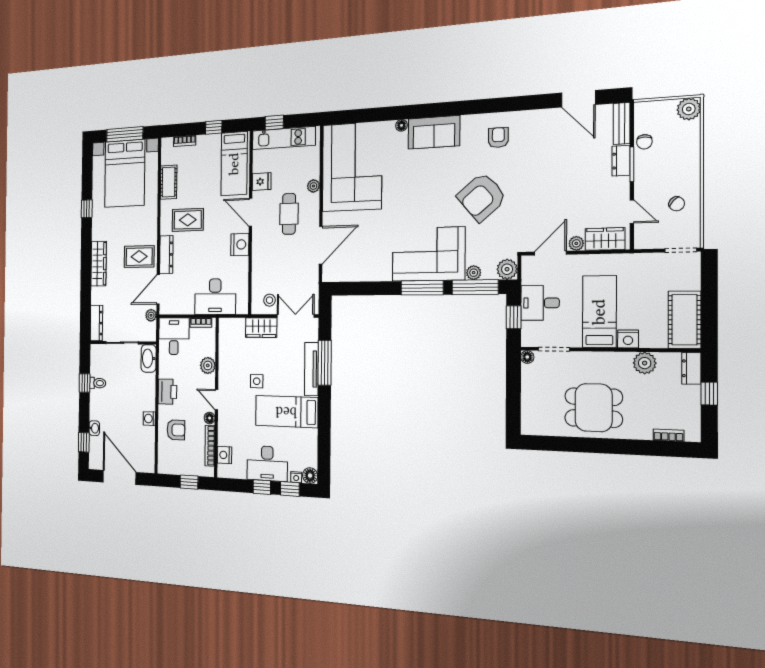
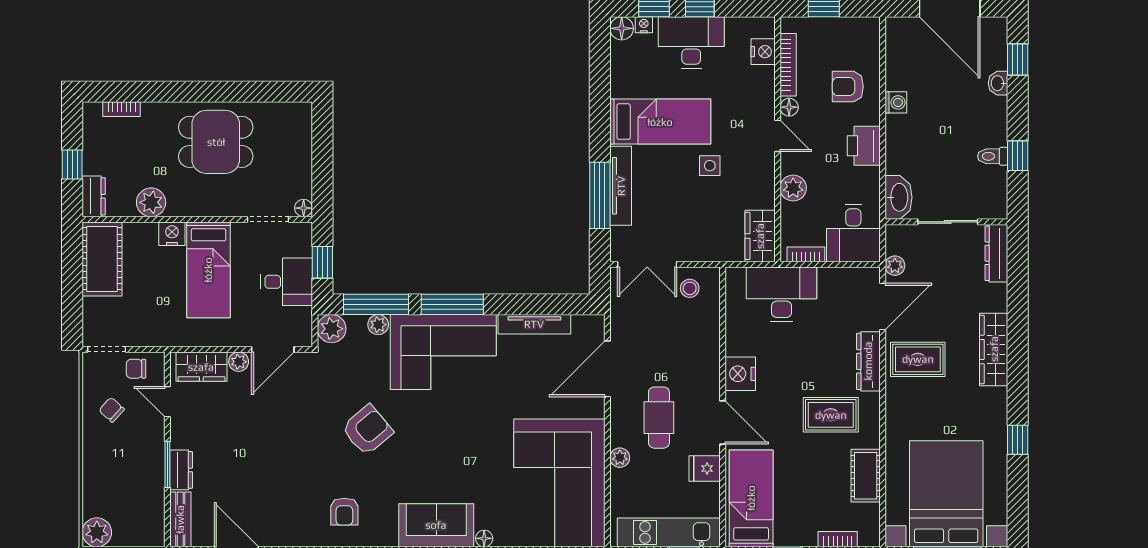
chair: (644, 142) -> (136, 369), moved, turned -90
armchair: (482, 197) -> (367, 430), width x0.73, depth x0.73
tv unit: (367, 275) -> (534, 324), added
wardrobe: (261, 328) -> (760, 236), moved, turned -90

